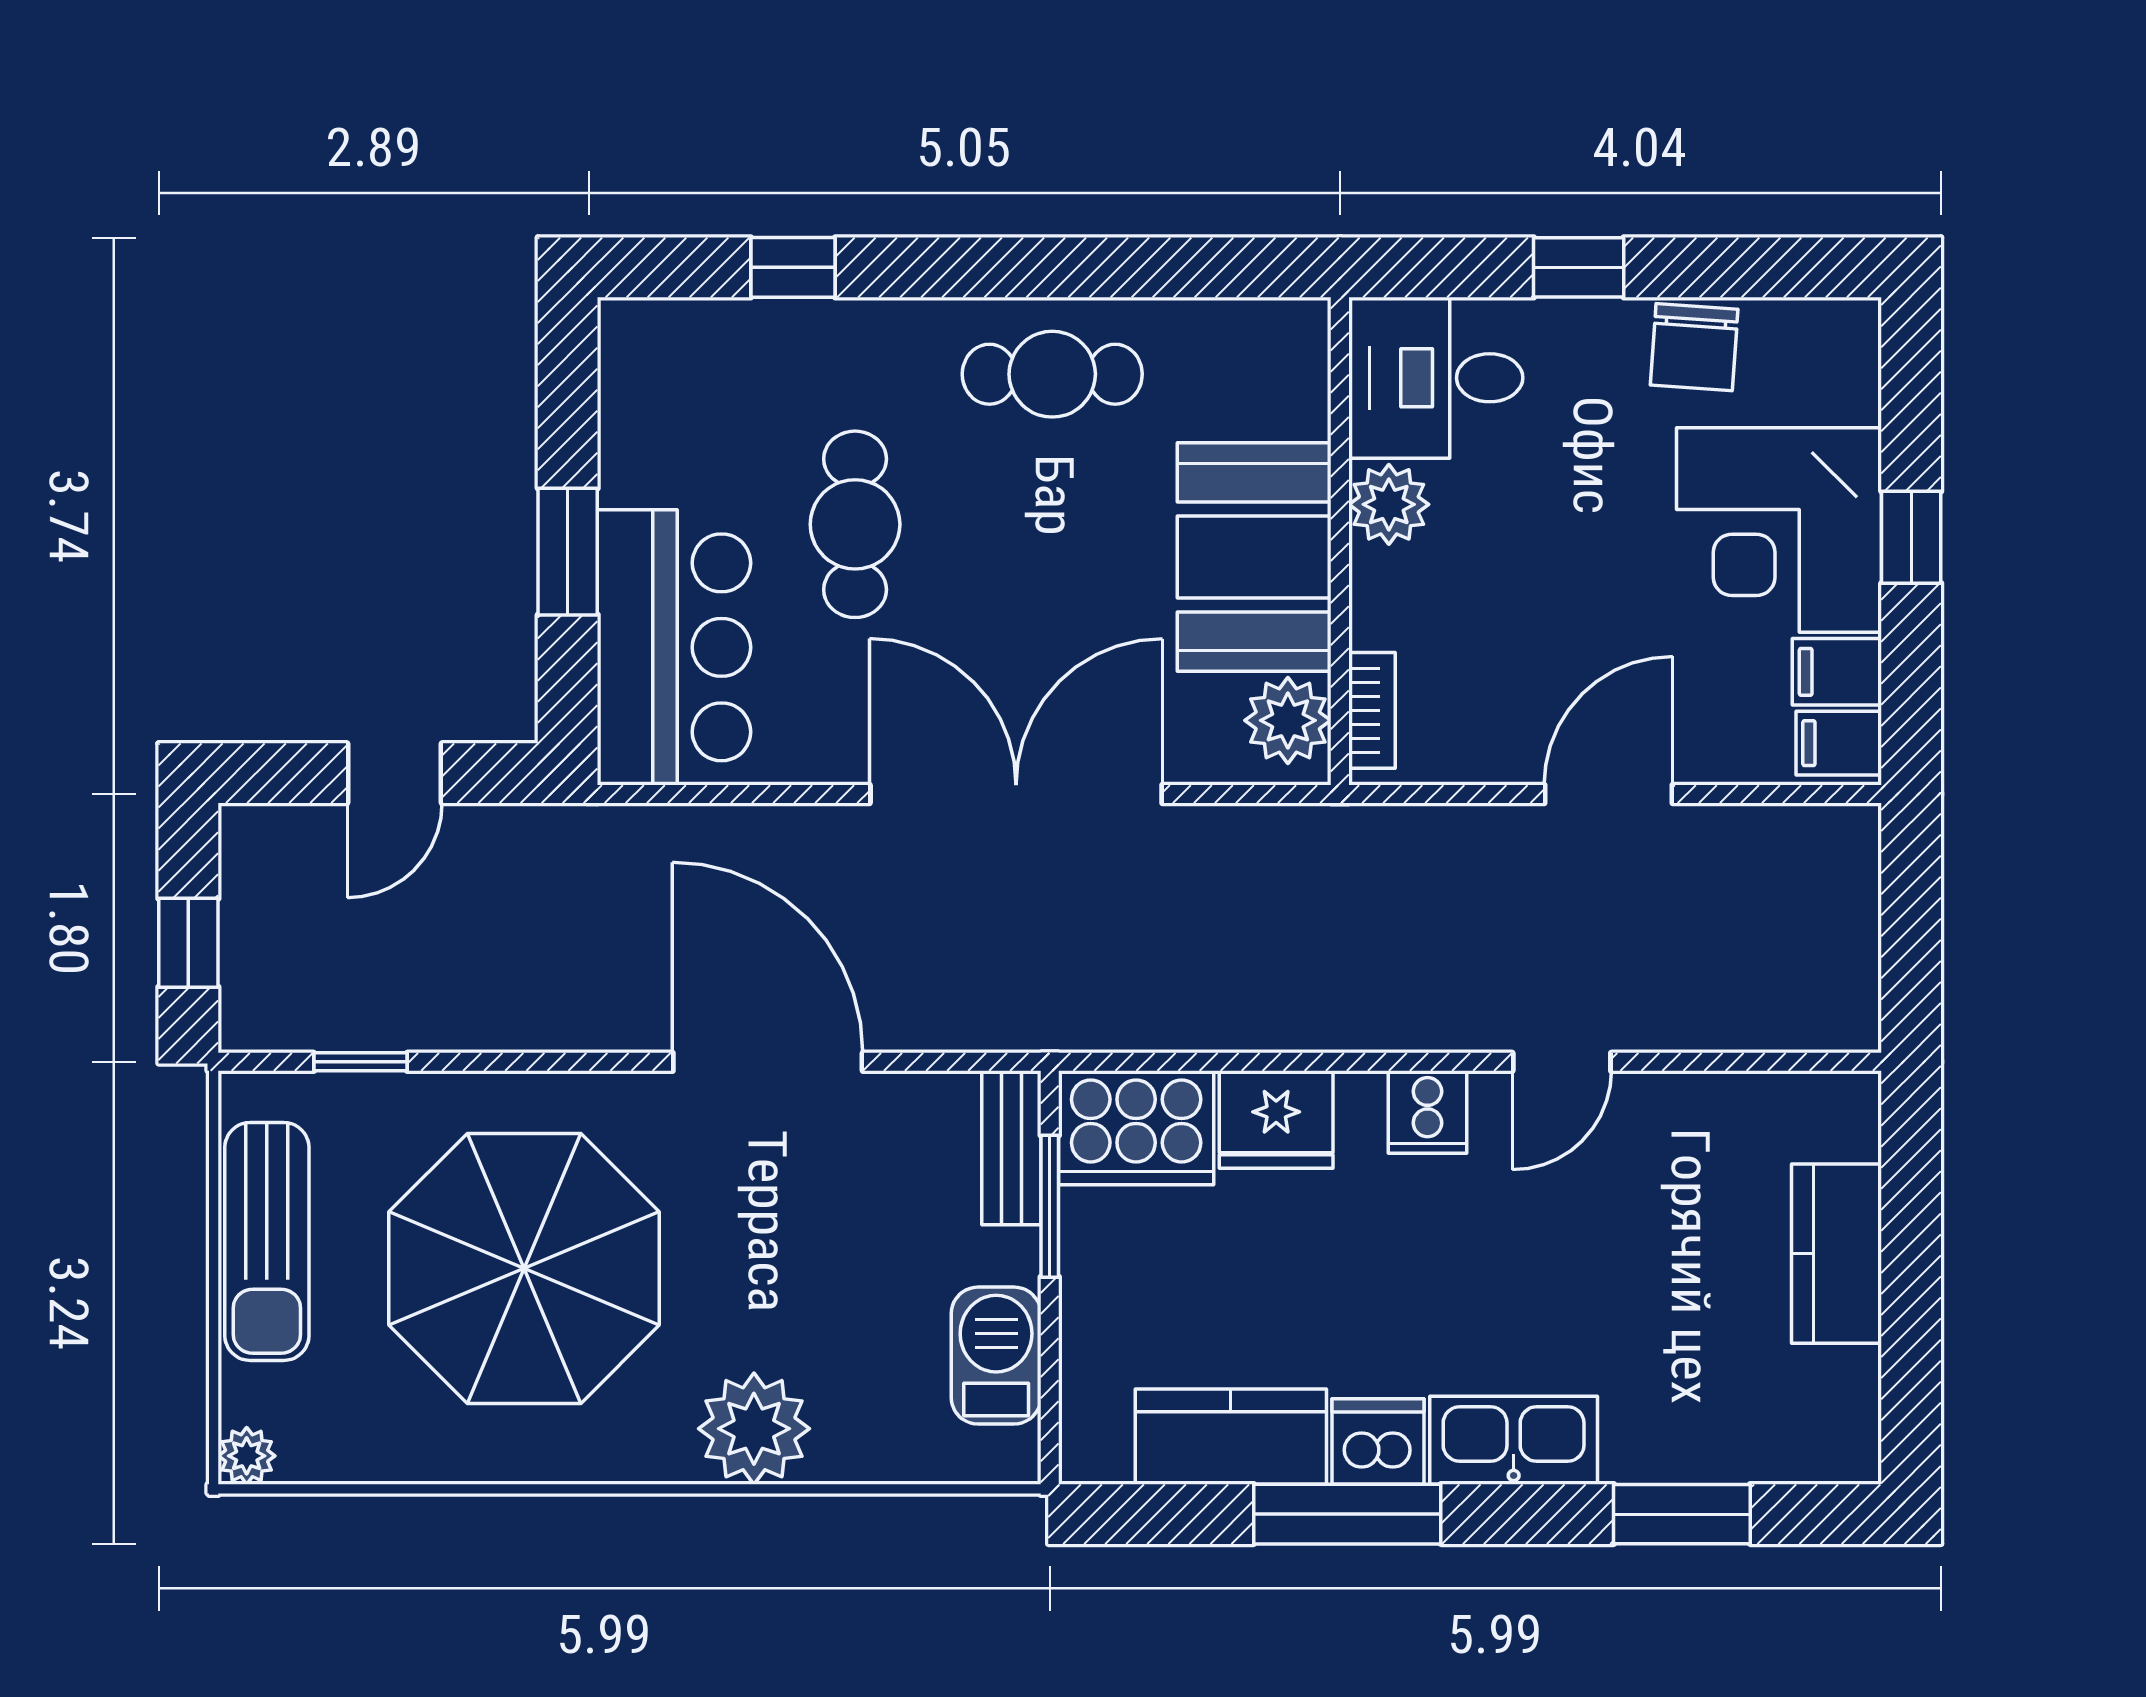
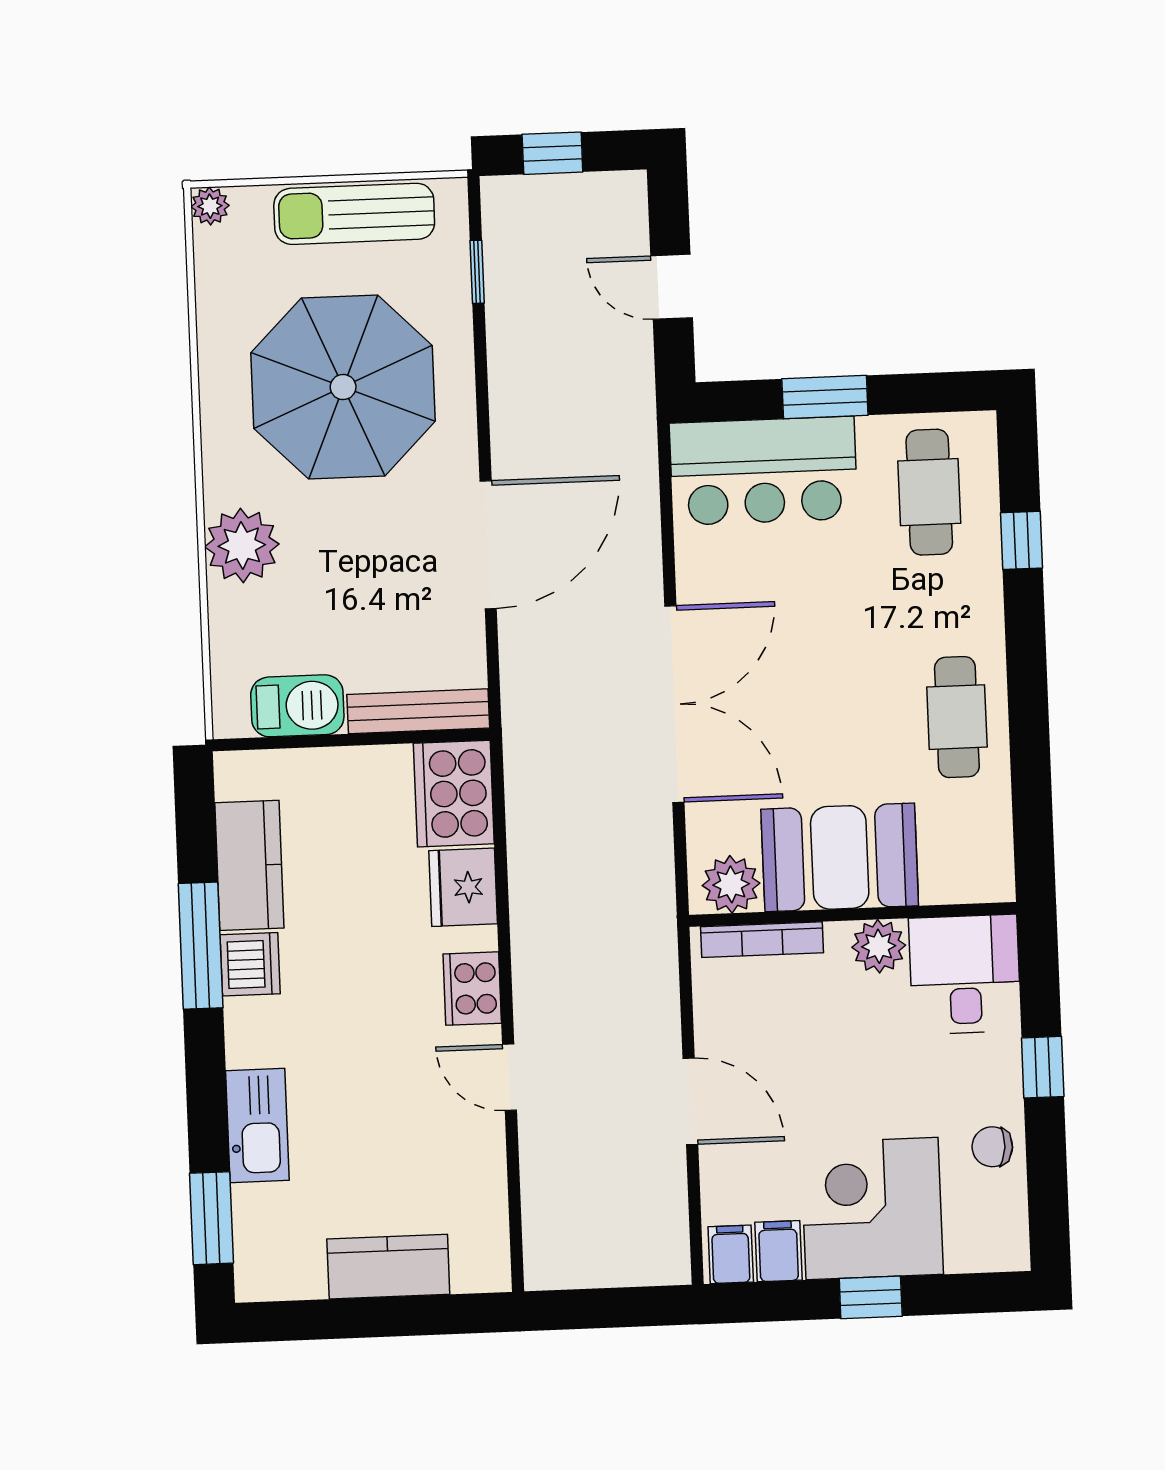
chair: (1694, 347) -> (992, 1147), width x0.73, depth x0.73
cafe table: (855, 524) -> (929, 492), moved, turned 90
bookcase: (1372, 710) -> (762, 940), width x1.56
cooker: (1427, 1112) -> (472, 989), width x1.36
bench: (1011, 1148) -> (418, 711), width x1.36
window: (1050, 1206) -> (399, 738), removed
kitchen sink: (1514, 1440) -> (257, 1125), moved
window: (1682, 1514) -> (211, 1218), moved

